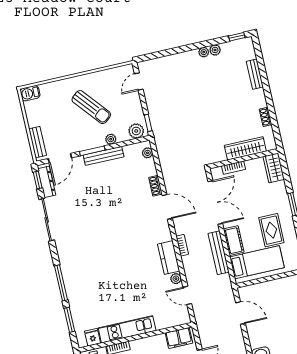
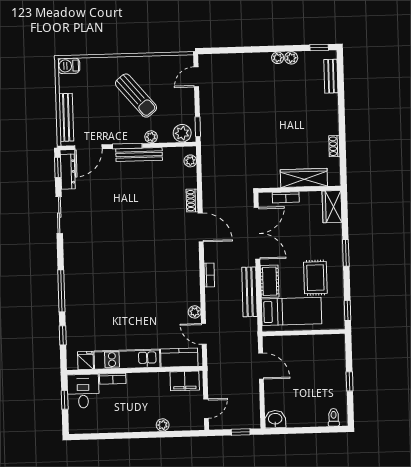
bench: (255, 74) -> (331, 76), moved
bench: (38, 142) -> (66, 117), width x1.36
sliding door: (47, 220) -> (59, 215), width x0.73
kitchen counter: (169, 258) -> (179, 358), moved, turned 90
window: (69, 320) -> (63, 335), width x0.67

